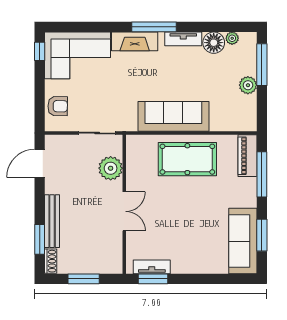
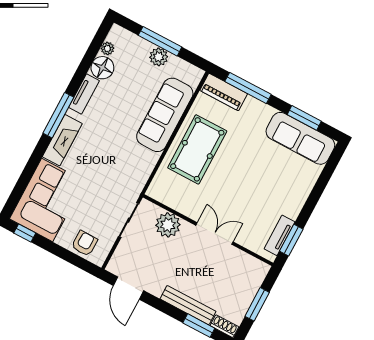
window: (262, 65) -> (160, 41), moved
sofa: (173, 116) -> (165, 115), moved

